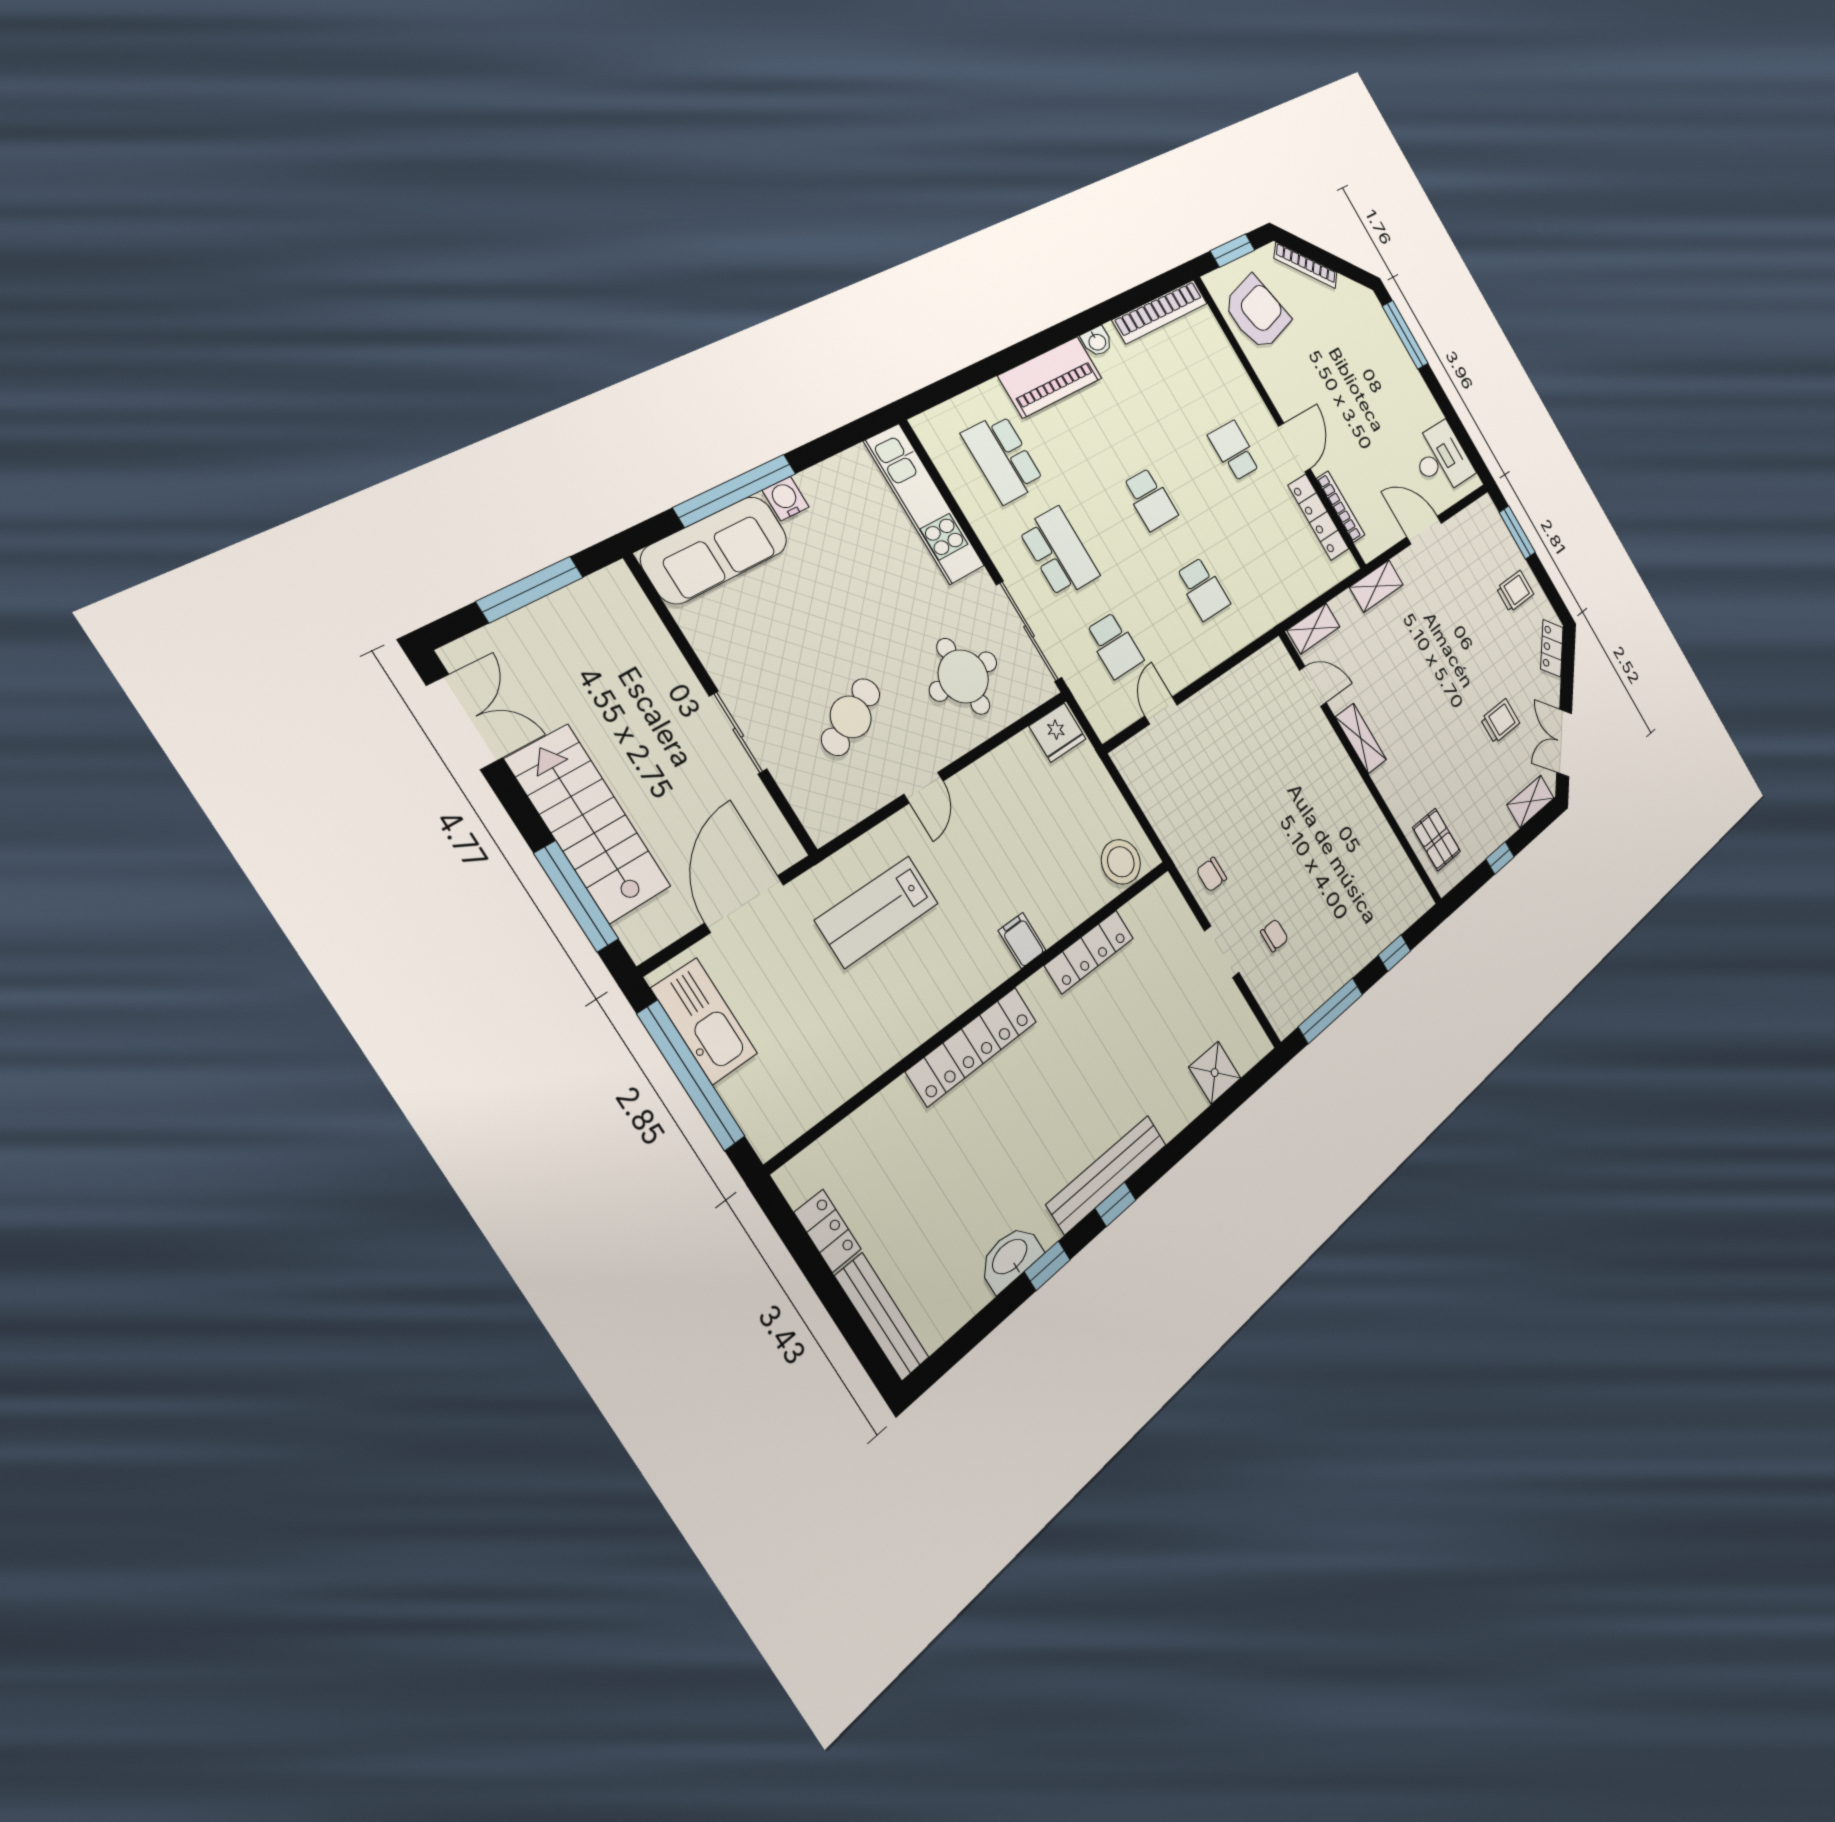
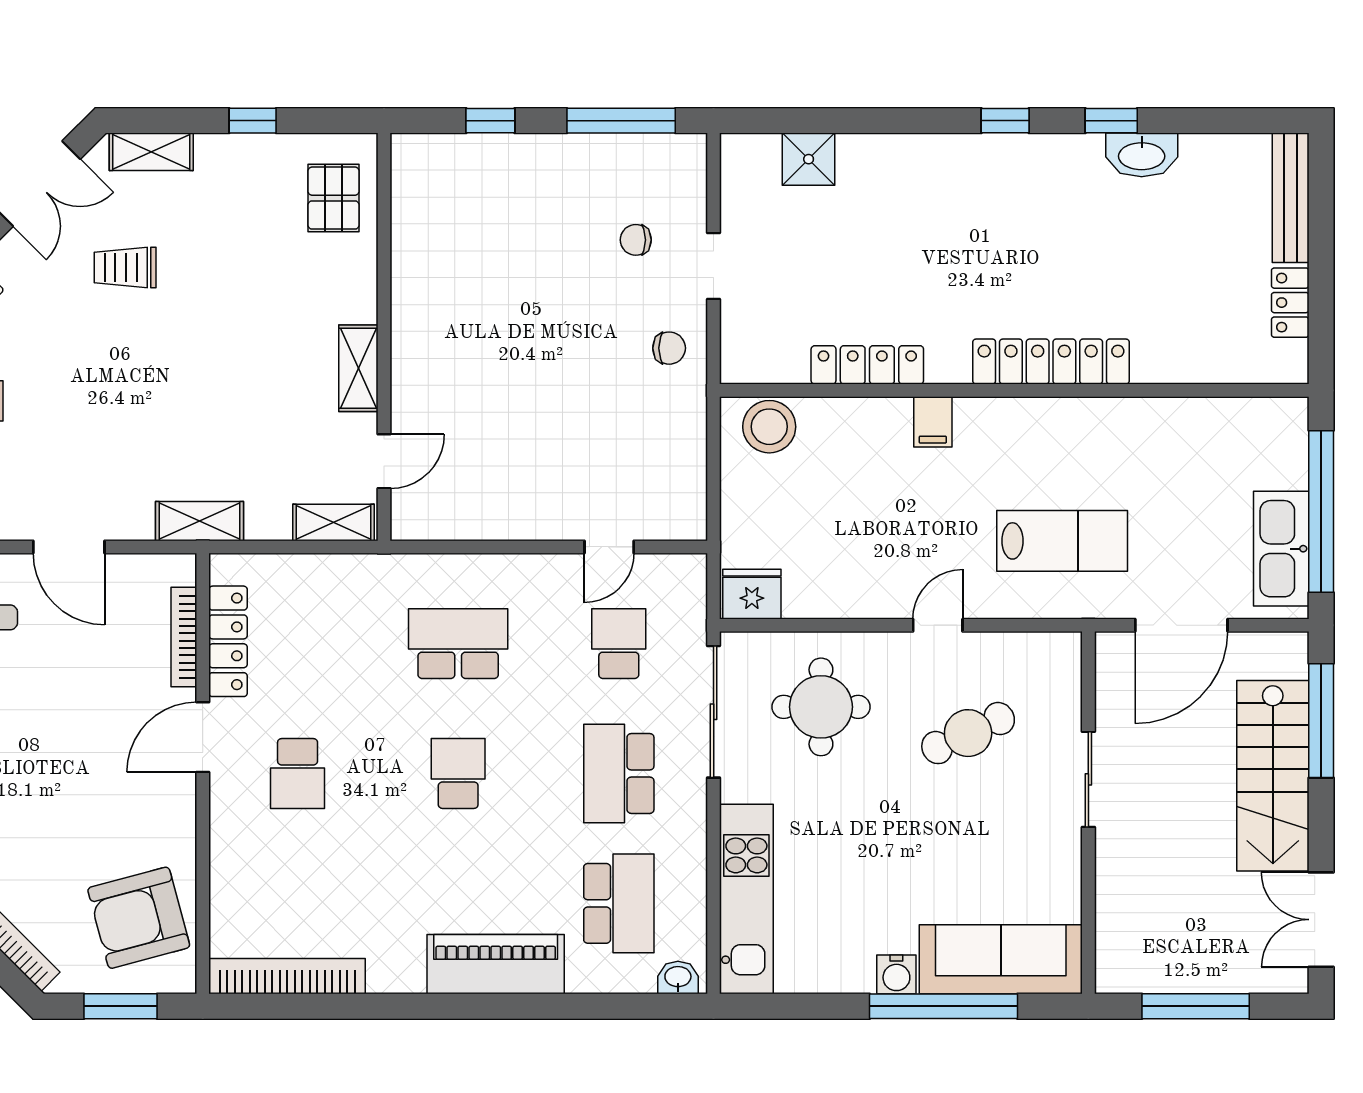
washbasin: (1097, 342) -> (678, 978), moved
school desk: (1203, 589) -> (458, 644), width x1.85
door: (1313, 686) -> (384, 461), swing flipped
bench: (1107, 1174) -> (995, 153), removed

